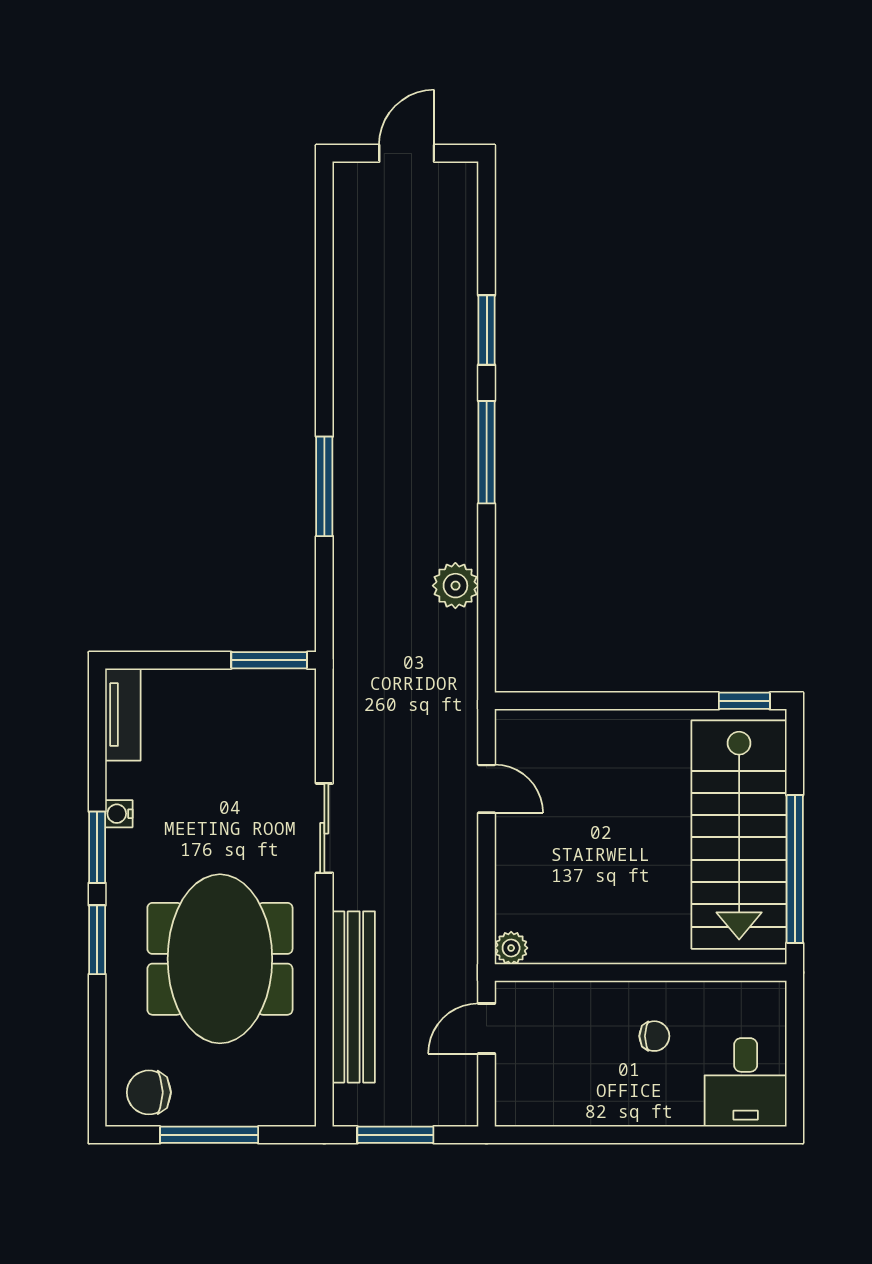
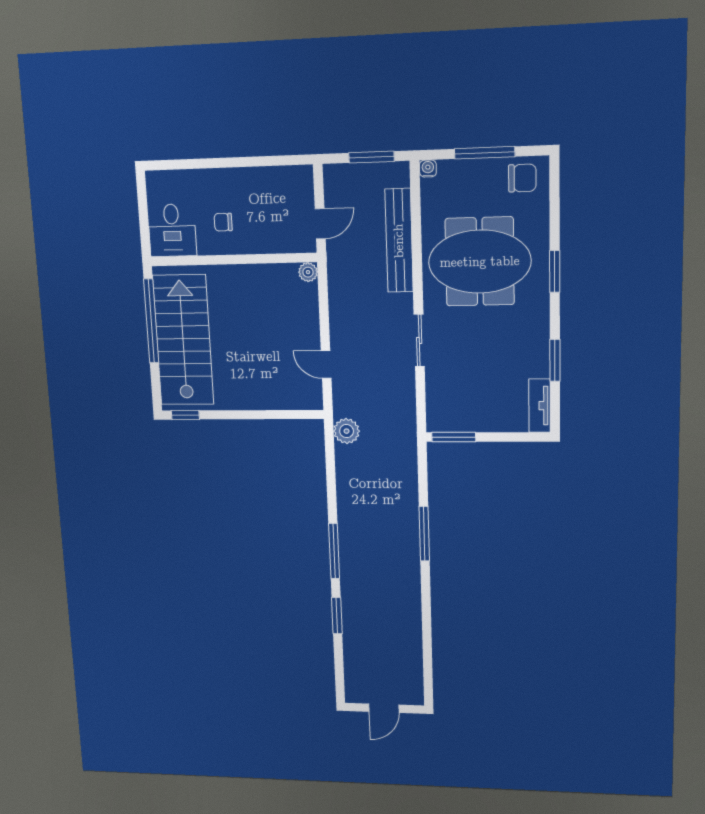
plant: (455, 586) -> (347, 431), moved
water cooler: (119, 814) -> (428, 169), moved, turned -90
window: (97, 847) -> (555, 360), moved
meeting table: (220, 959) -> (480, 262), turned 90
desk: (746, 1082) -> (172, 230), moved, turned 180

